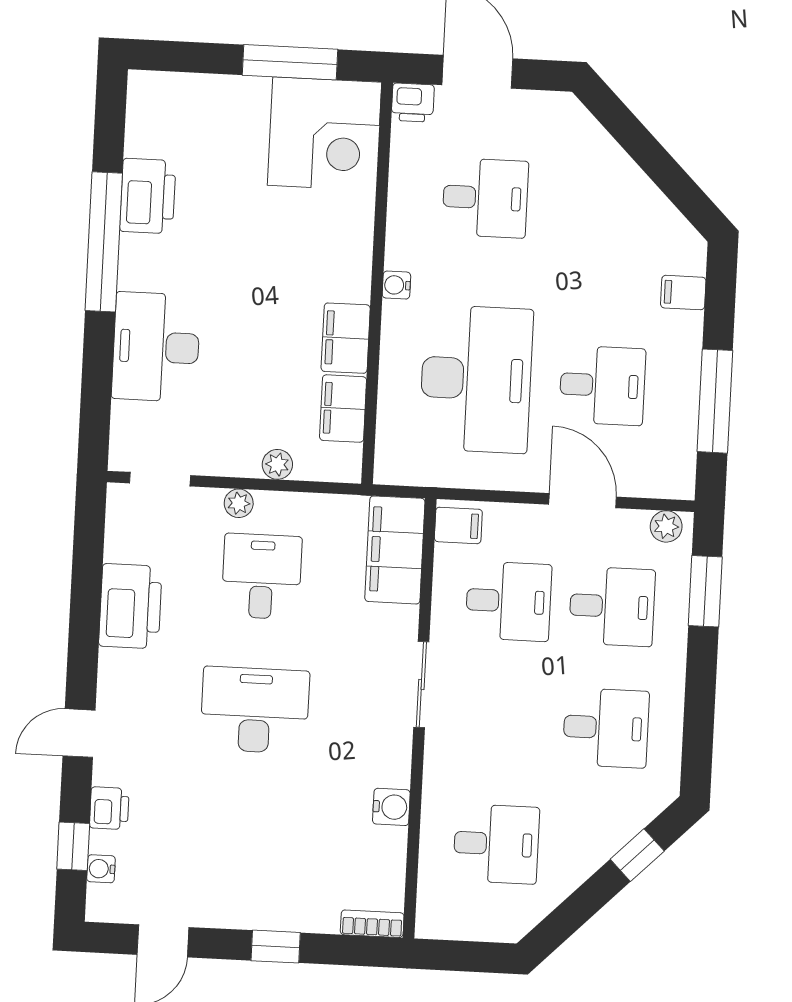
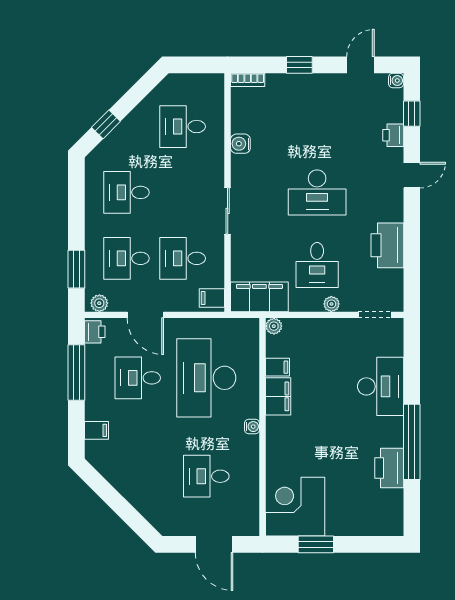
window: (290, 62) -> (316, 544), width x0.69
printer: (413, 103) -> (95, 332), moved, turned 90
filing cabinet: (343, 409) -> (278, 367), width x0.50
plant: (277, 464) -> (274, 326), moved
filing cabinet: (395, 550) -> (259, 297), moved, turned -90
water cooler: (101, 869) -> (396, 81), moved

